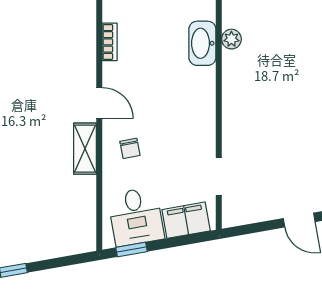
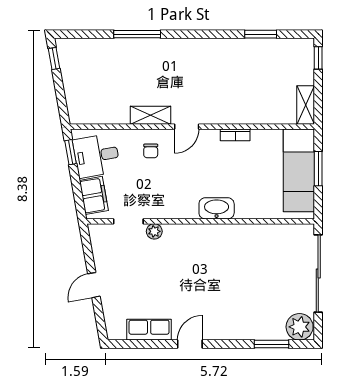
plant: (231, 39) -> (154, 231), moved
washbasin: (202, 43) -> (217, 208), moved
chair: (130, 148) -> (151, 151), turned -79

